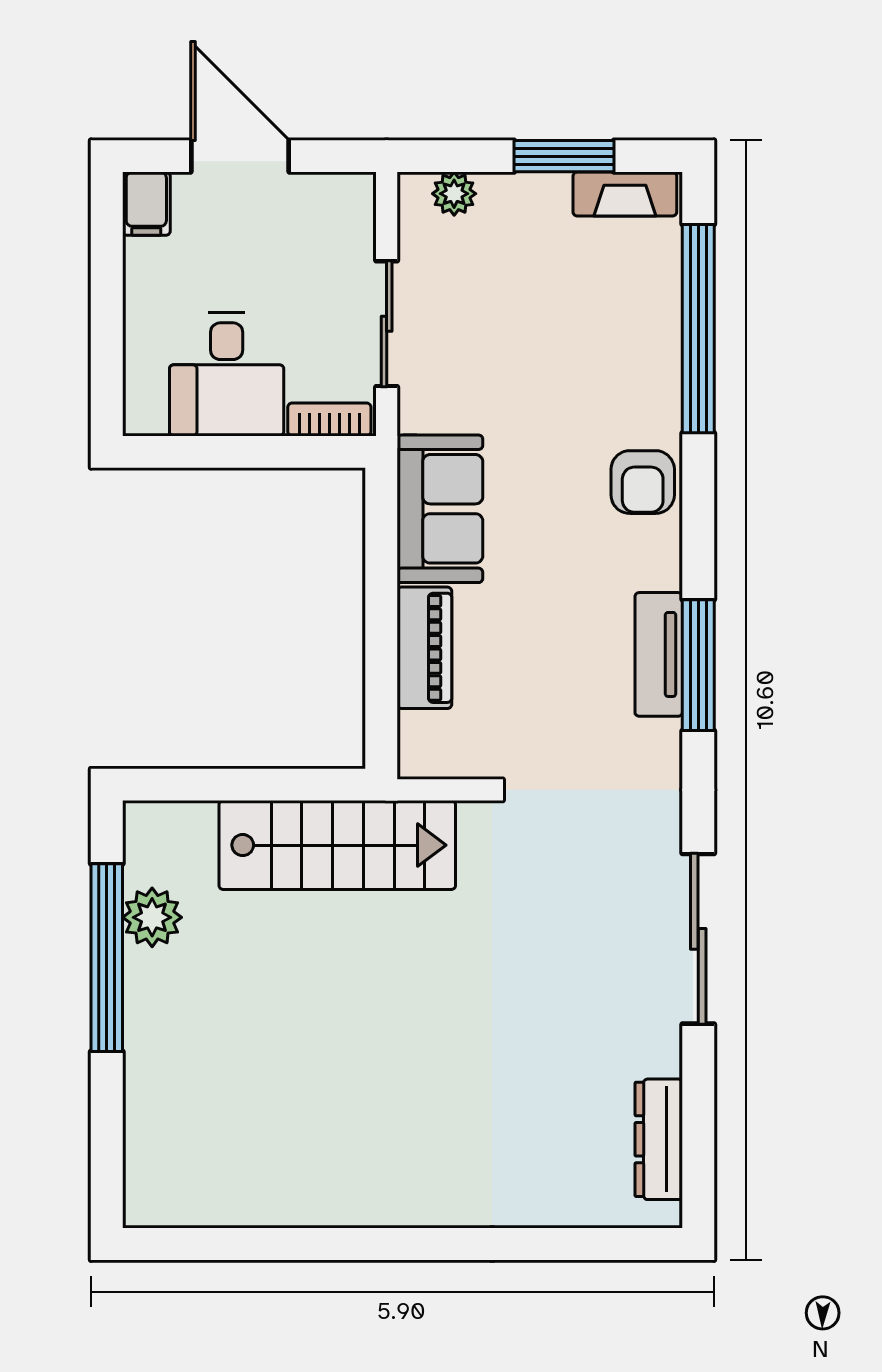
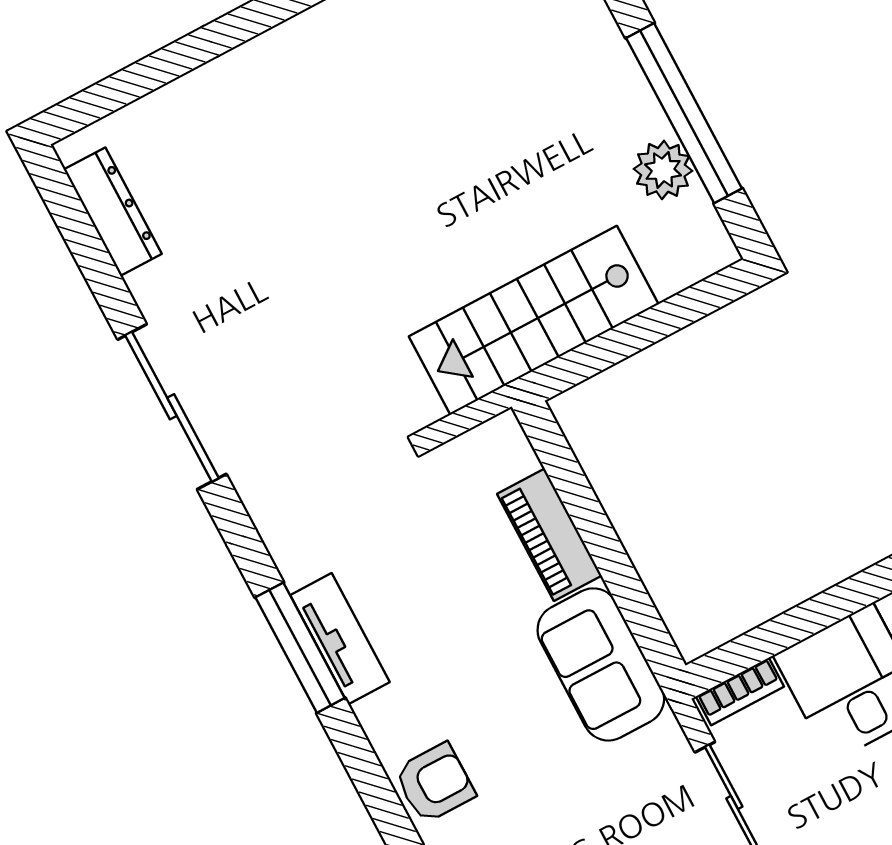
armchair: (643, 482) -> (435, 783), turned 90

